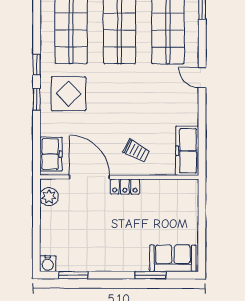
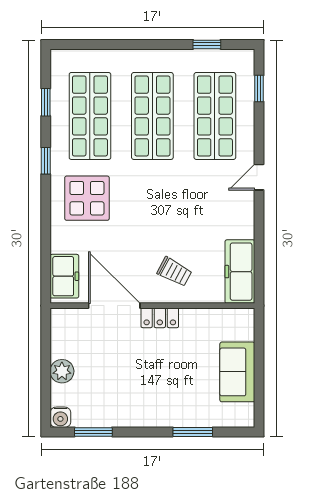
door: (202, 78) -> (259, 177), hinge flipped
window: (37, 99) -> (46, 102), moved
plant: (49, 197) -> (62, 371), moved
sofa: (173, 258) -> (237, 372), moved, turned -90

